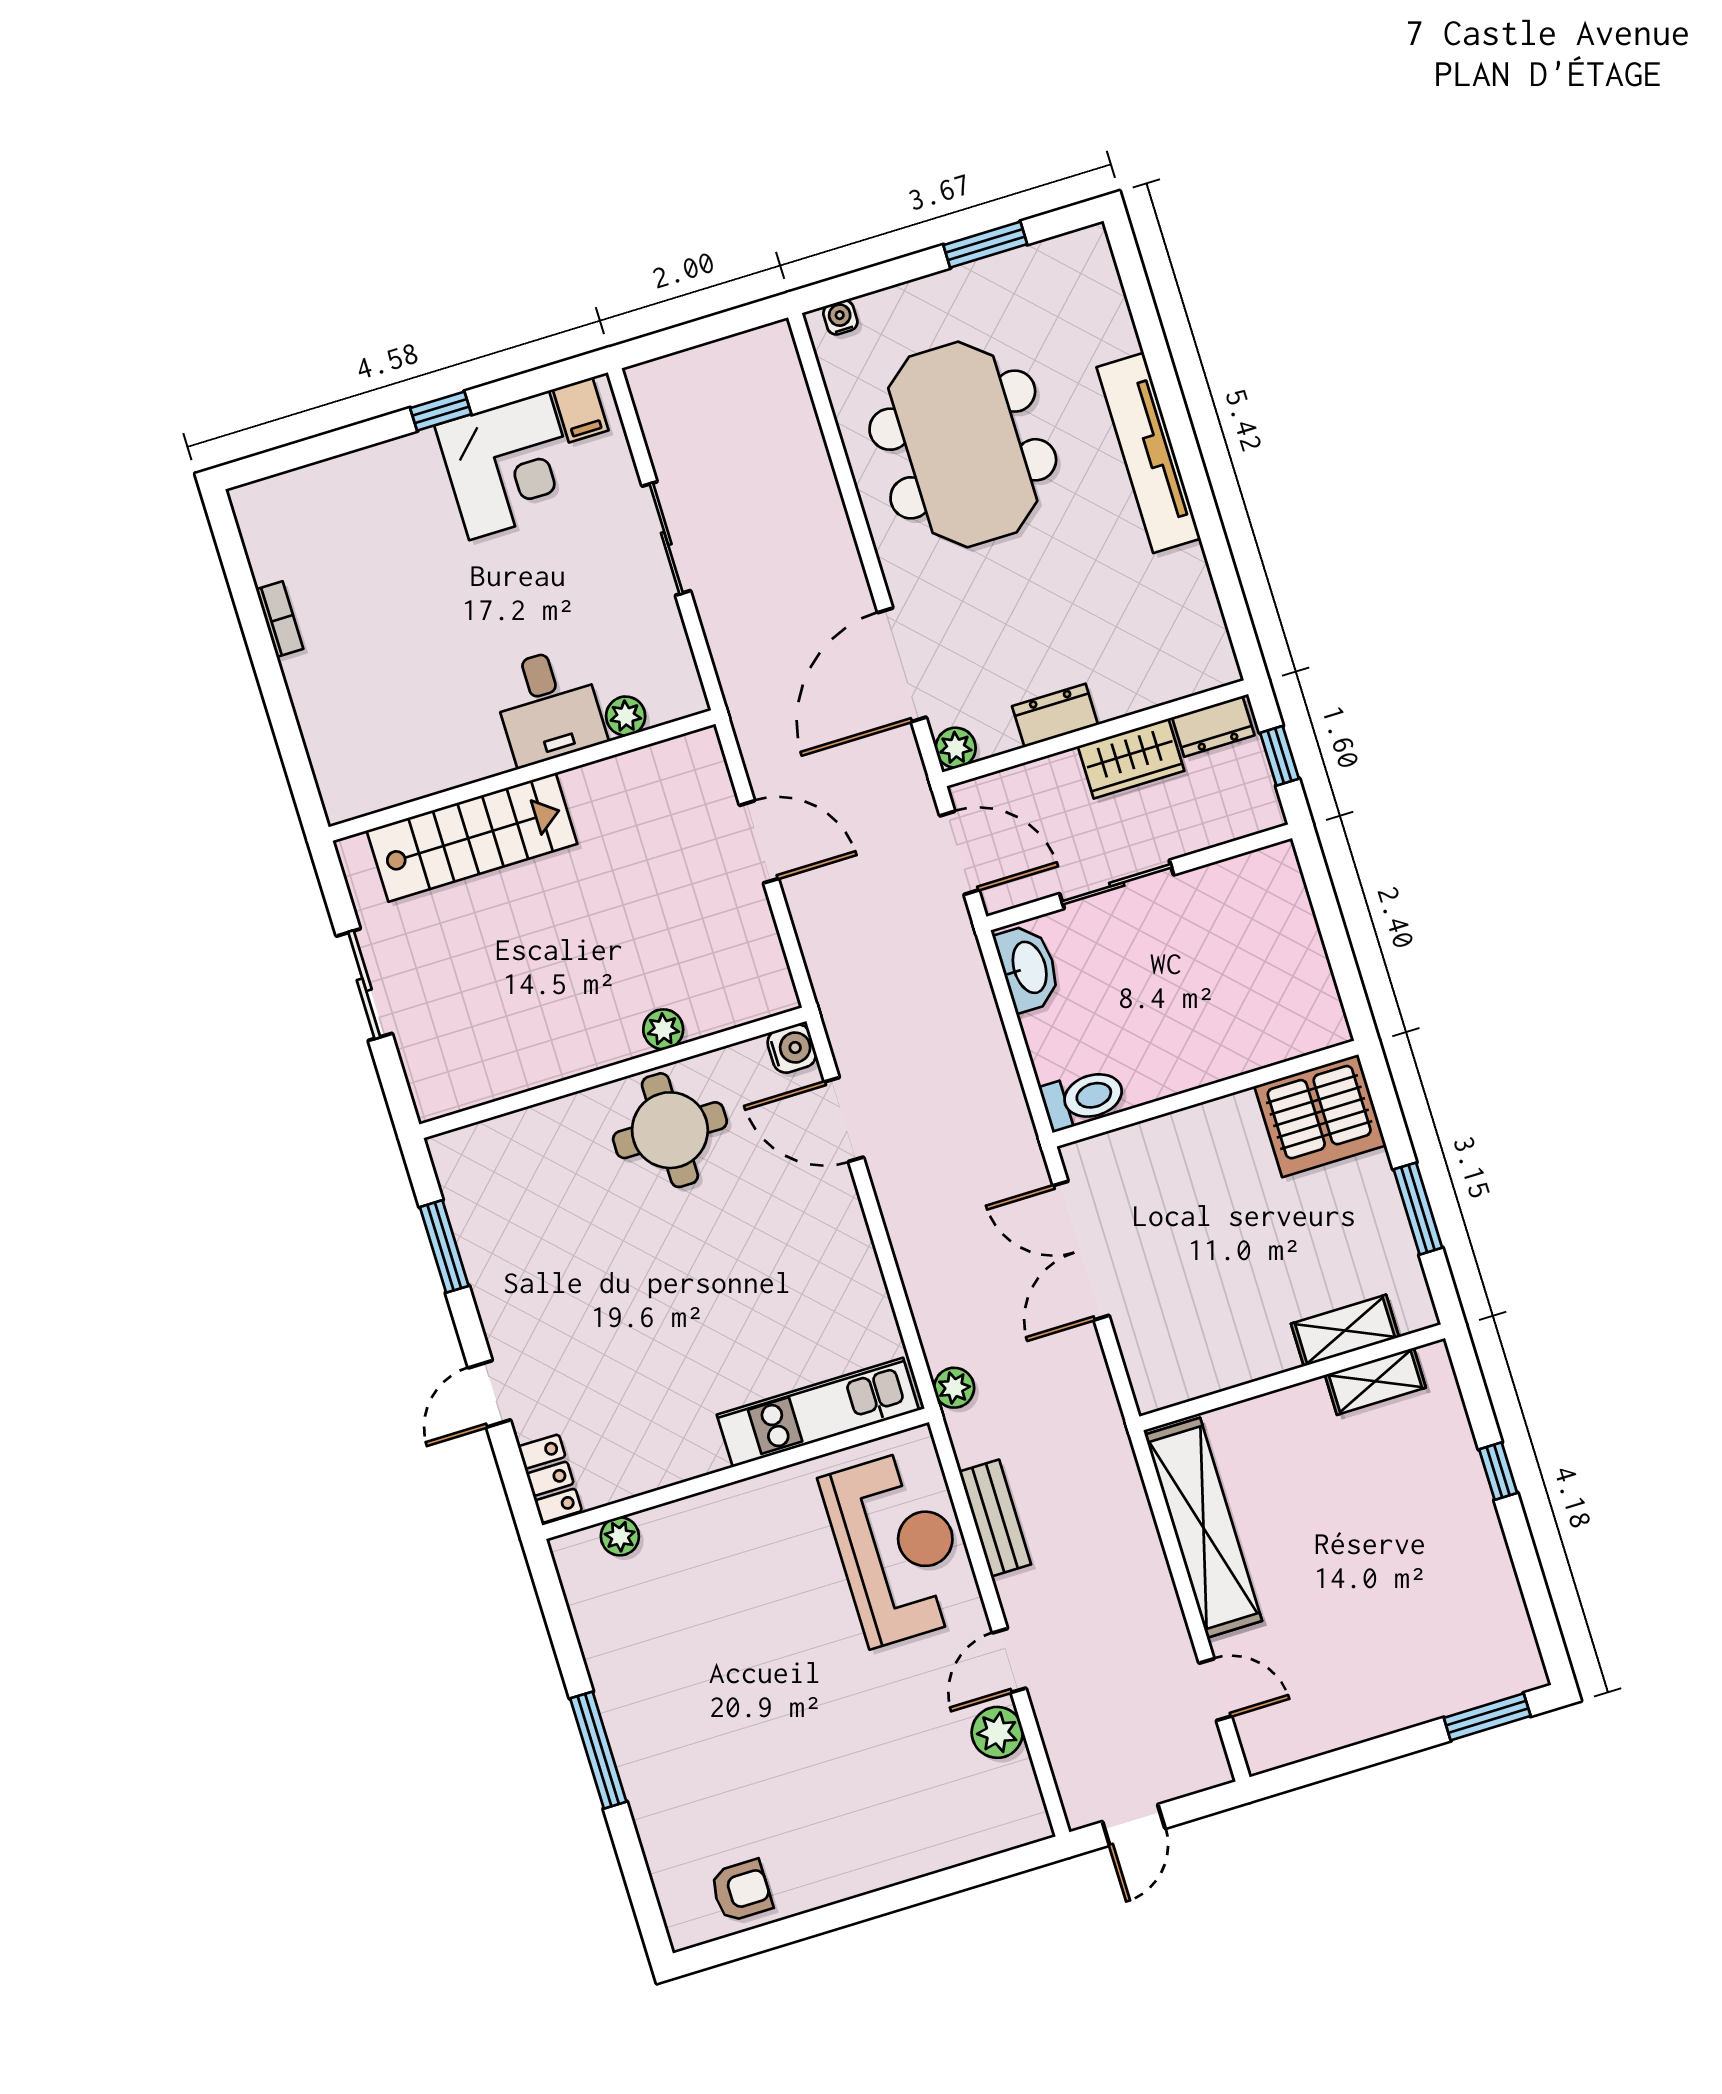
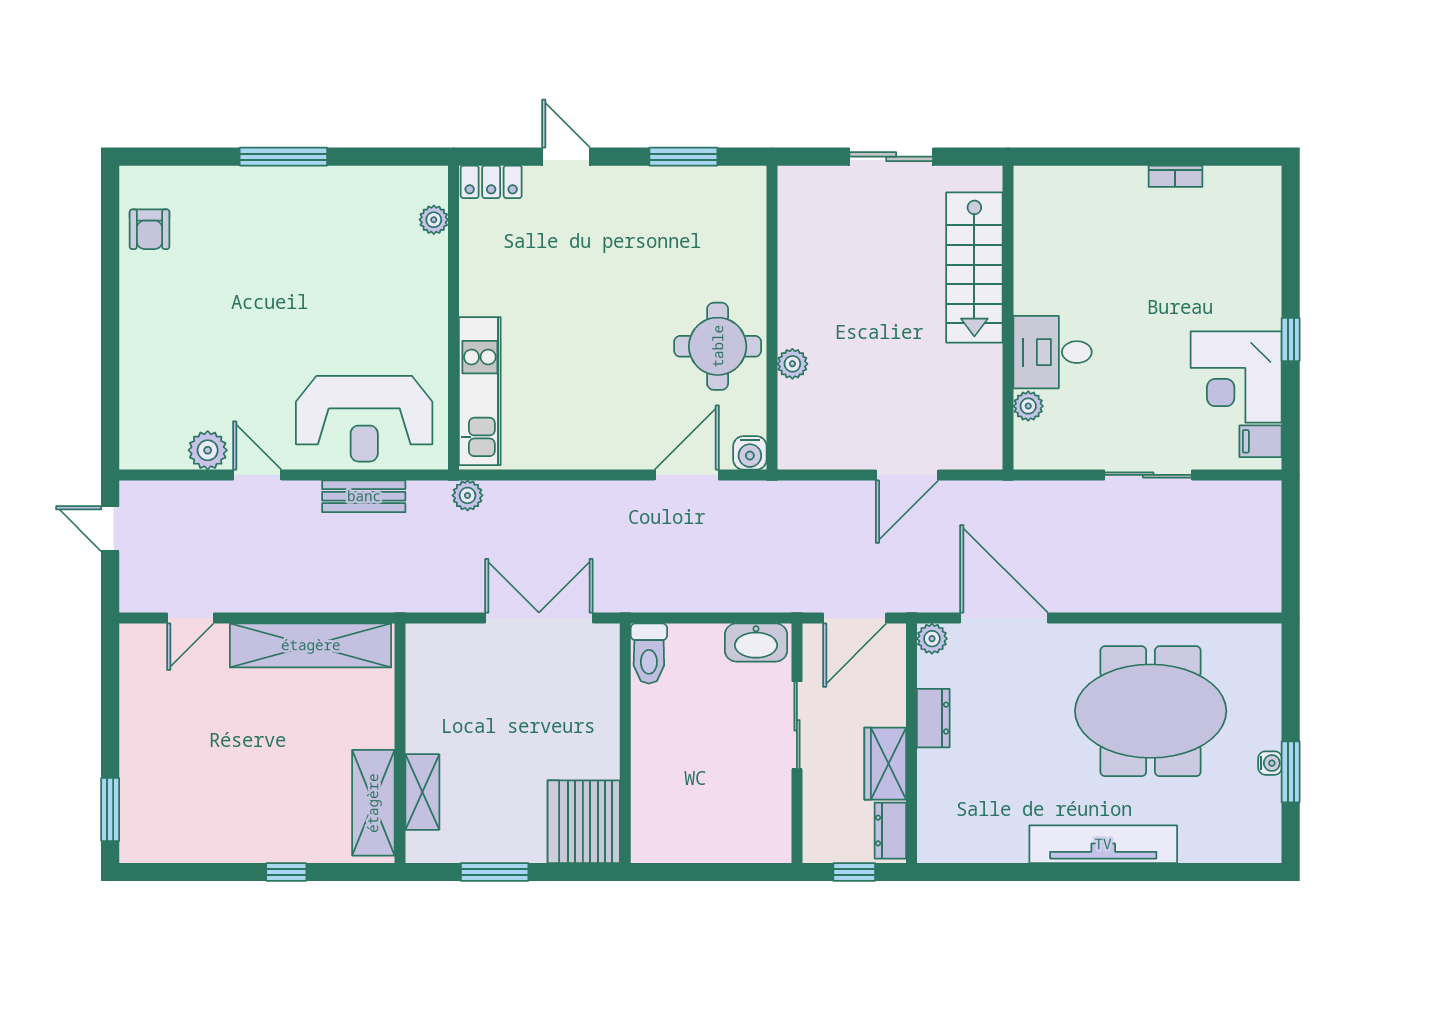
water cooler: (840, 317) -> (1270, 763), moved
shelving: (1375, 1381) -> (373, 803), width x1.50, depth x1.33

